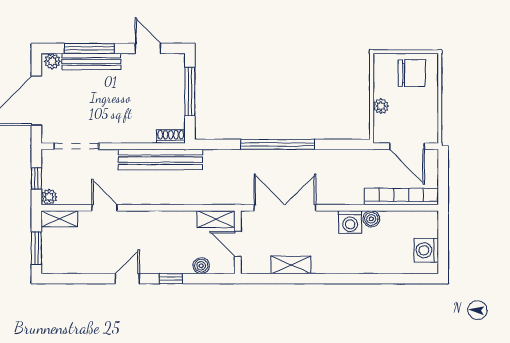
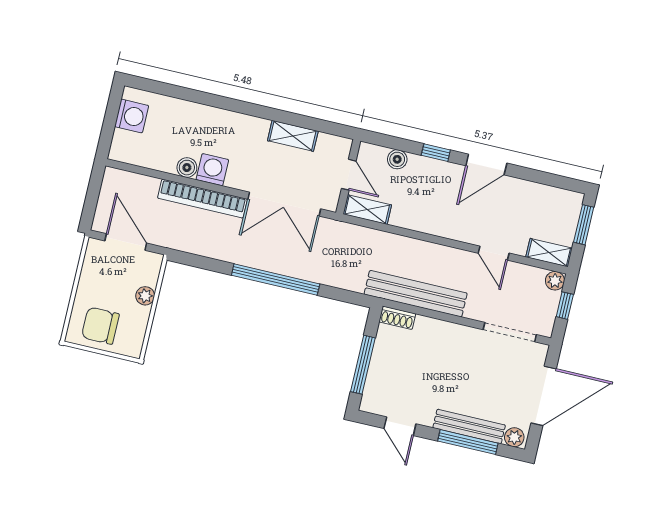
bookcase: (401, 196) -> (202, 199), moved
door: (127, 279) -> (486, 164), width x1.38

